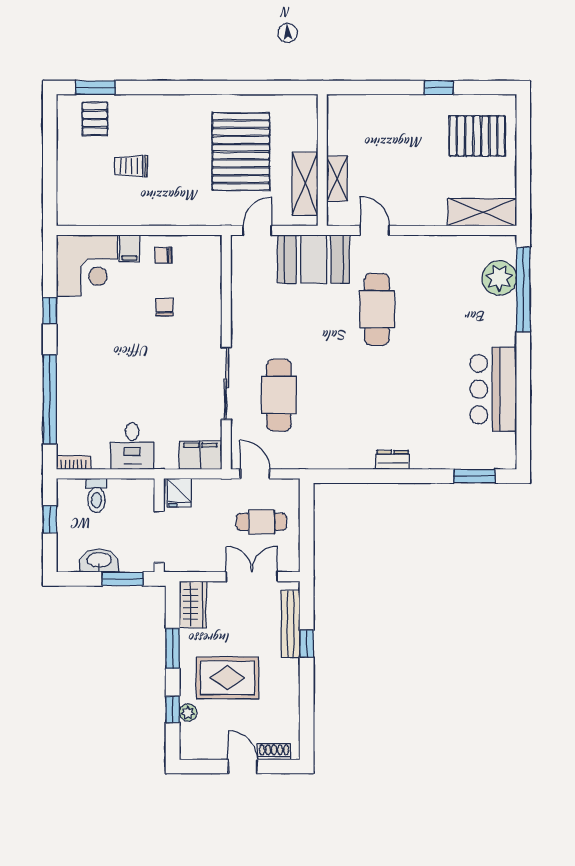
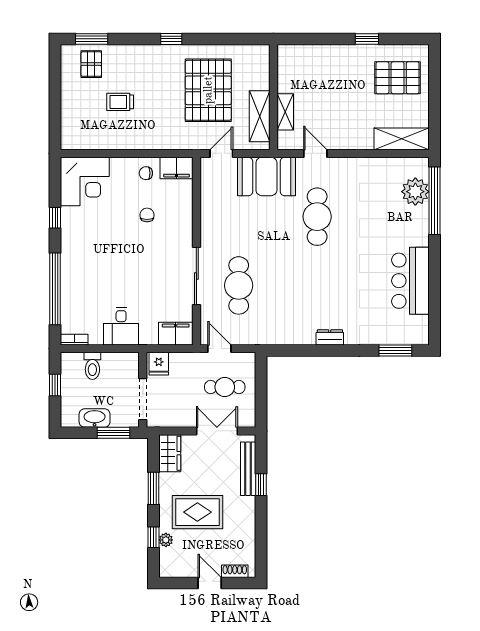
window: (195, 87) -> (171, 39), added
filing cabinet: (129, 248) -> (177, 168), moved, width x2.00

